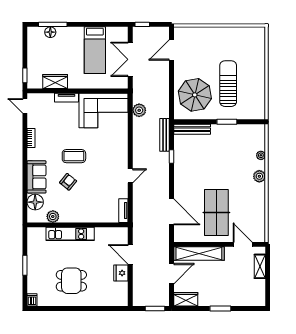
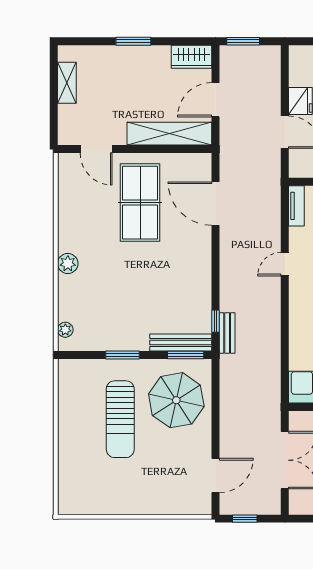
window: (142, 24) -> (245, 519), moved
plant: (139, 110) -> (270, 374), removed
window: (189, 122) -> (186, 355), added
bench: (165, 135) -> (227, 333), width x0.73
plant: (261, 155) -> (65, 330), moved
window: (171, 156) -> (215, 321), moved
shelving: (260, 266) -> (67, 83), moved

